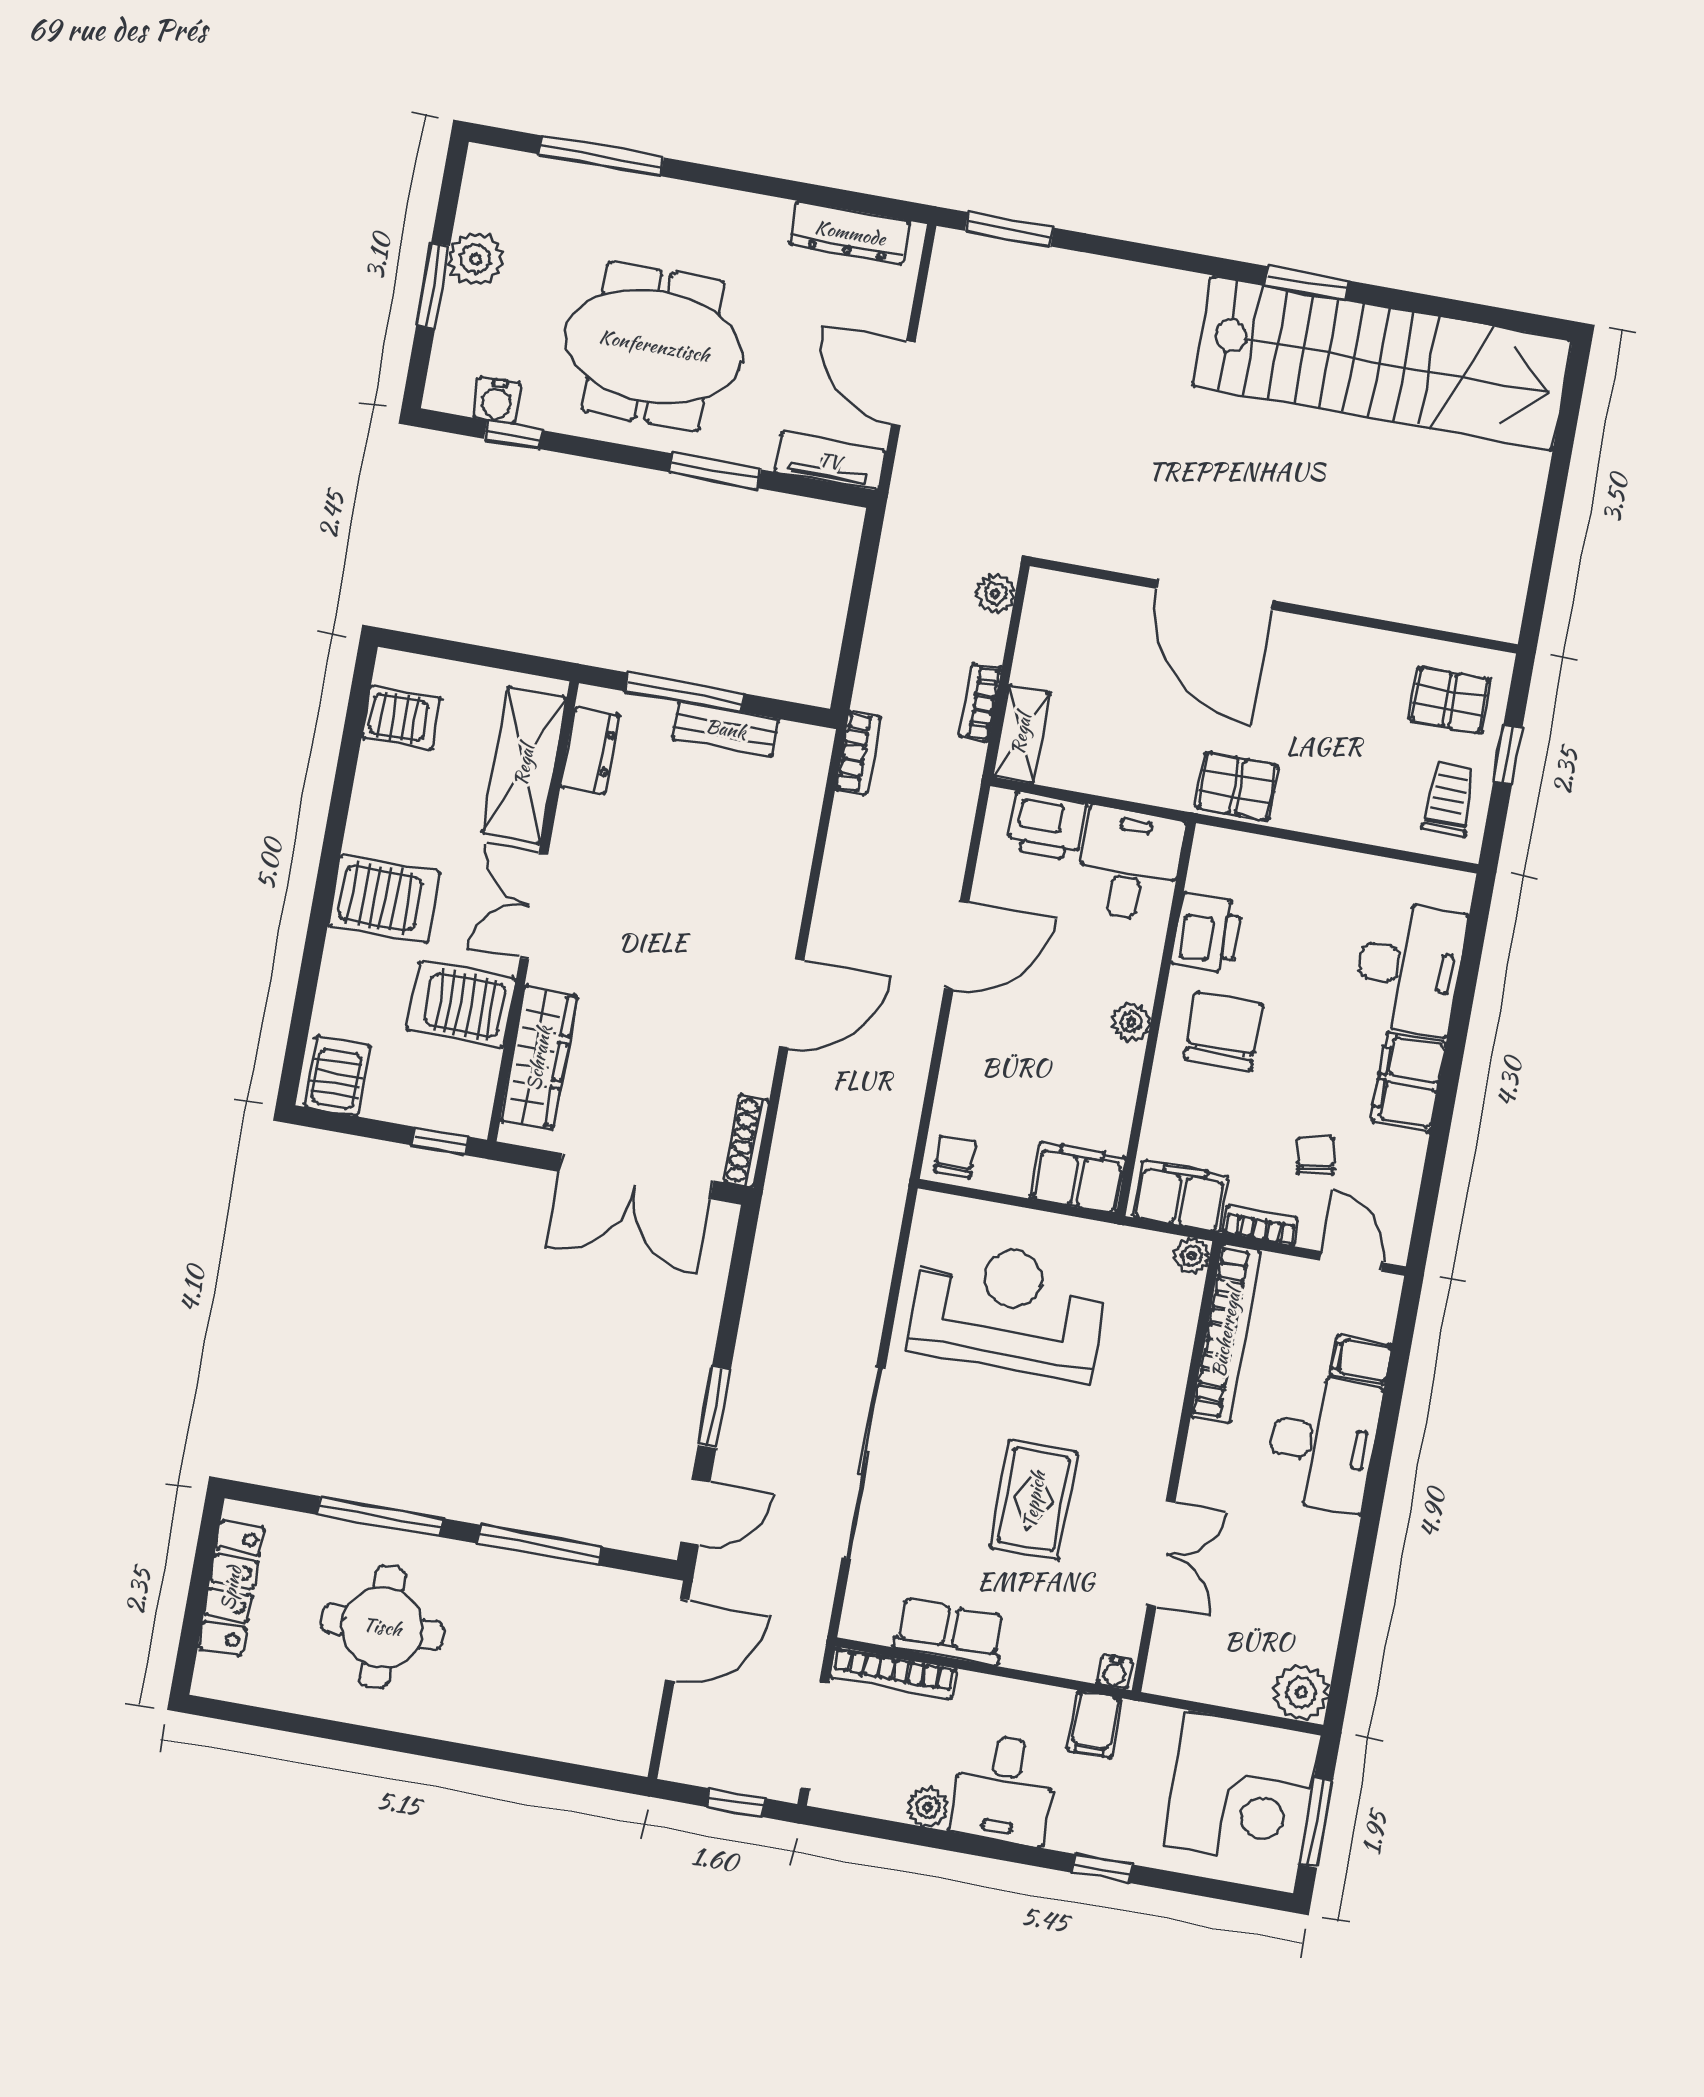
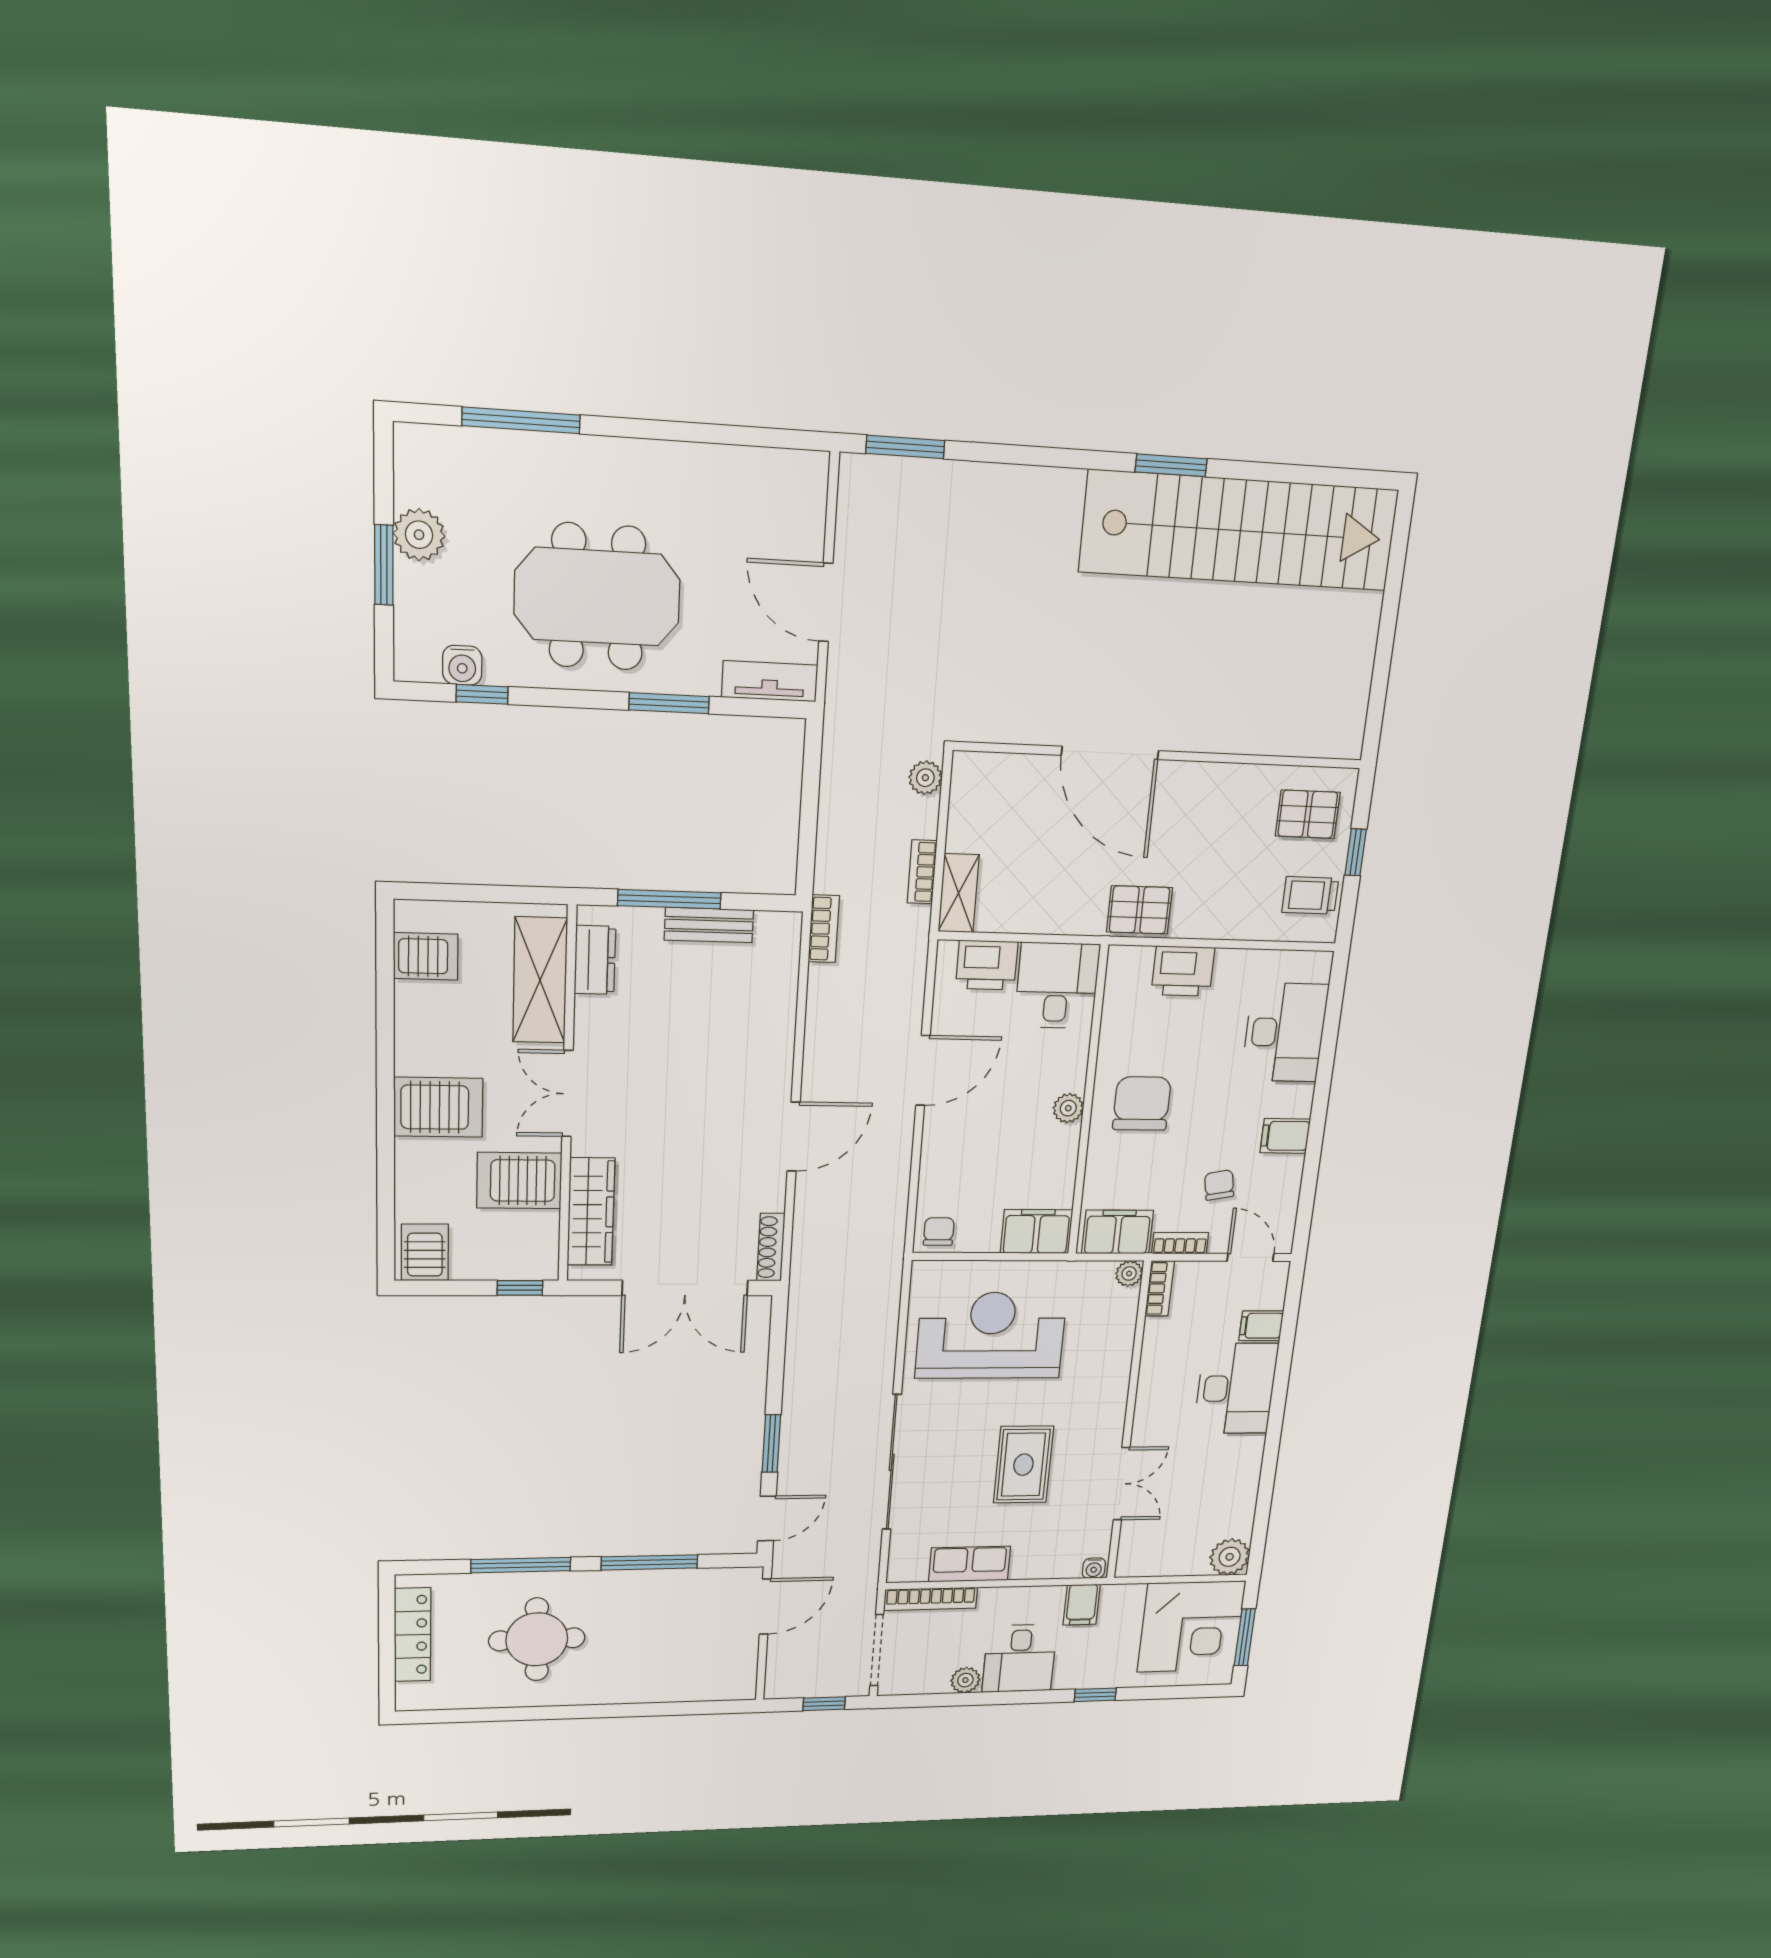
dresser: (850, 233) -> (761, 468), removed
trolley: (1449, 800) -> (1310, 895), turned -90
printer: (1207, 933) -> (1183, 971), moved, turned 90
filing cabinet: (1408, 1081) -> (1285, 1136), width x0.50
bookcase: (1226, 1333) -> (1160, 1288), width x0.43, depth x0.76

